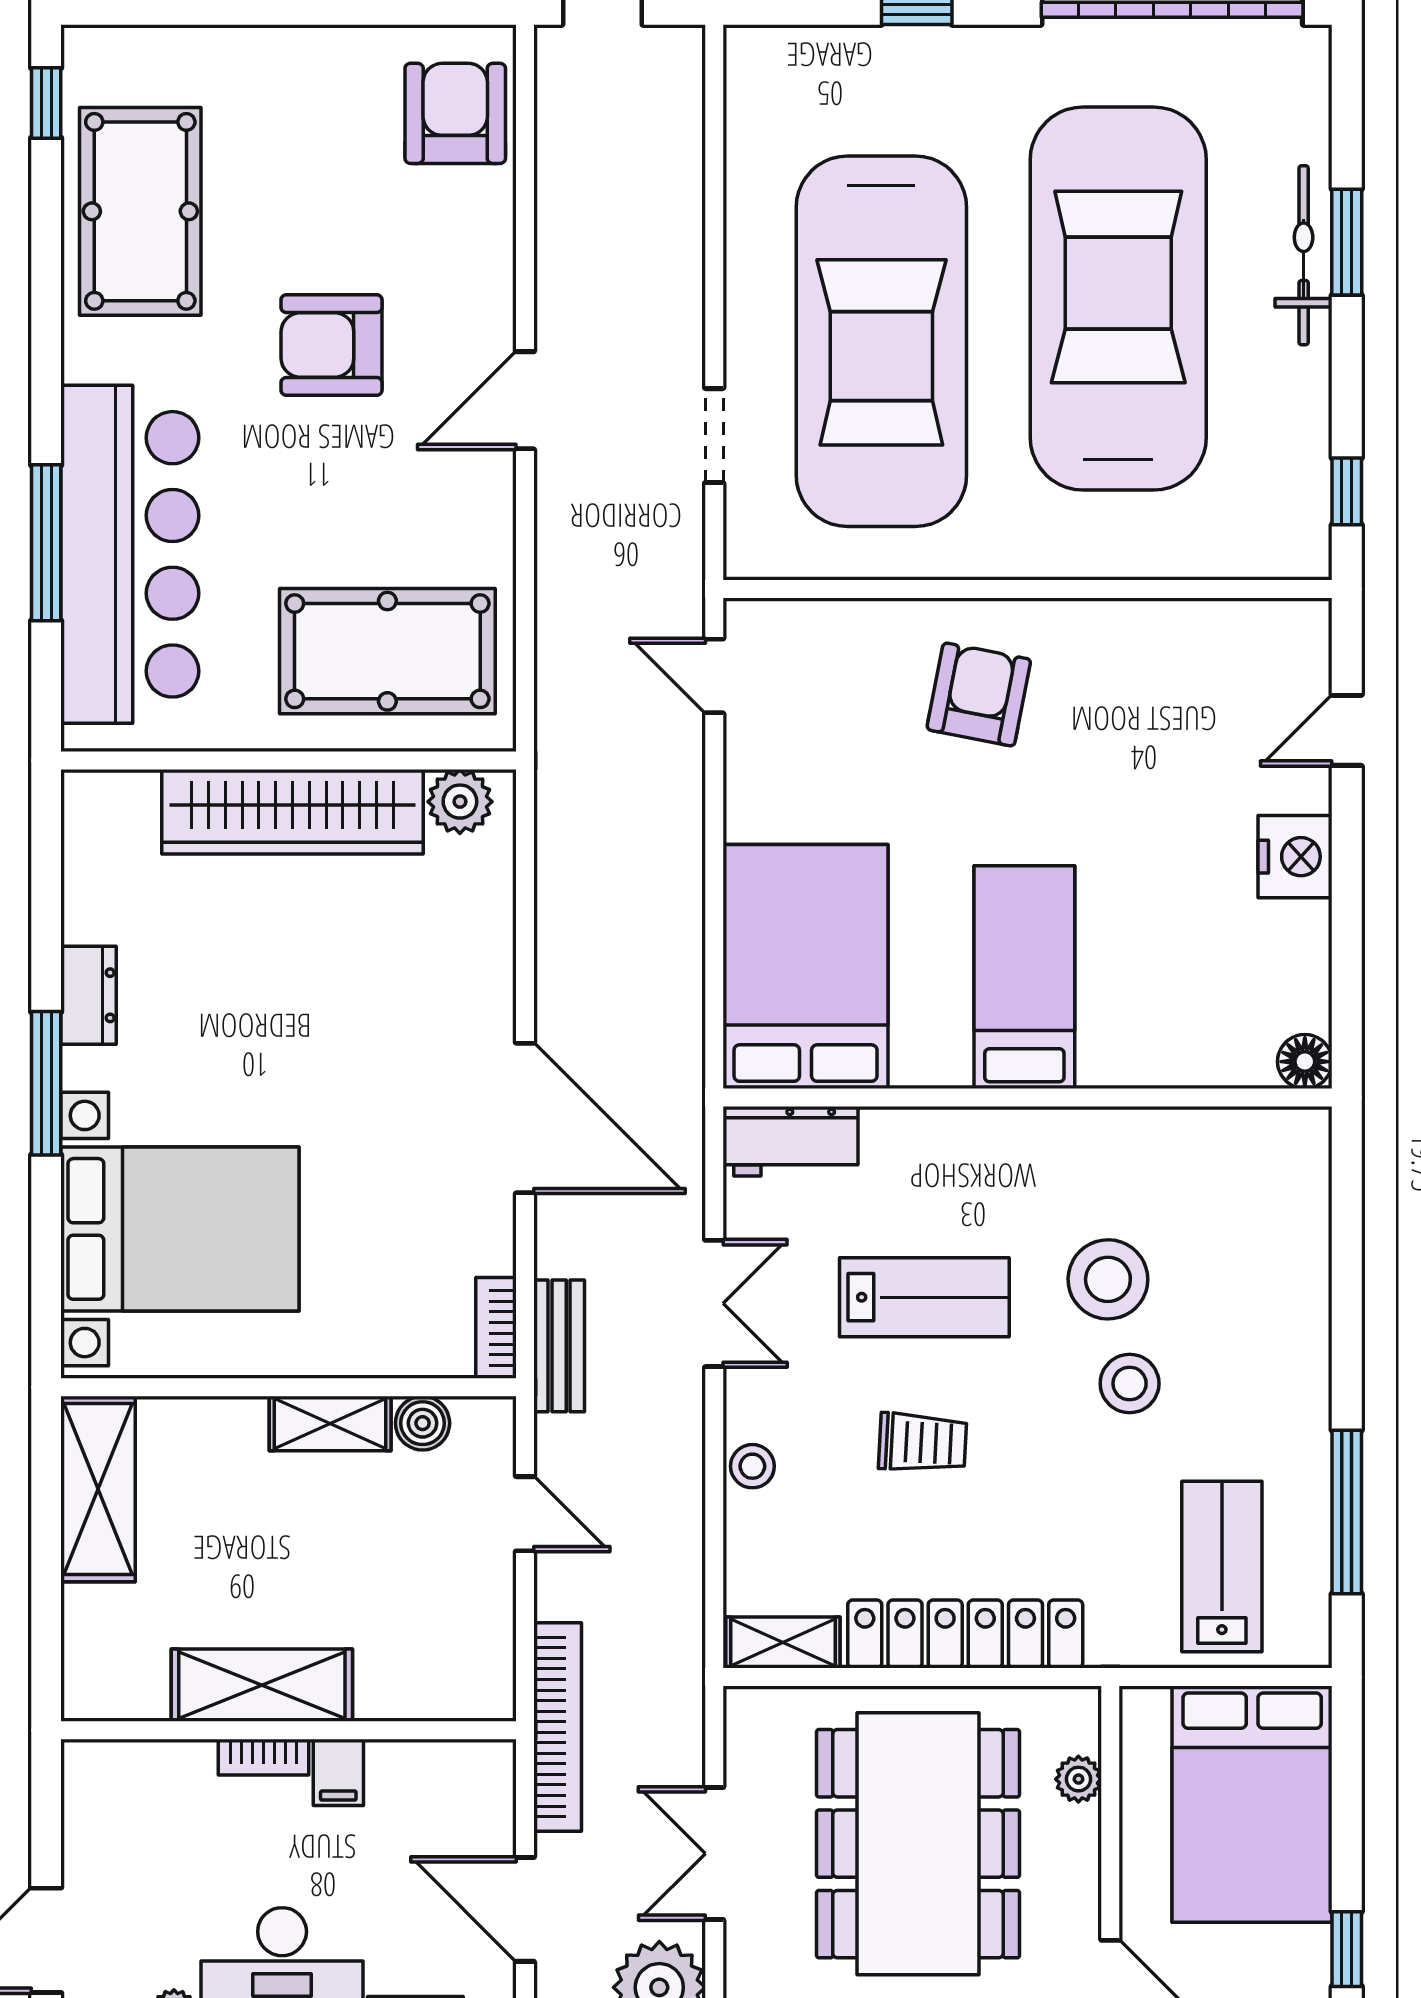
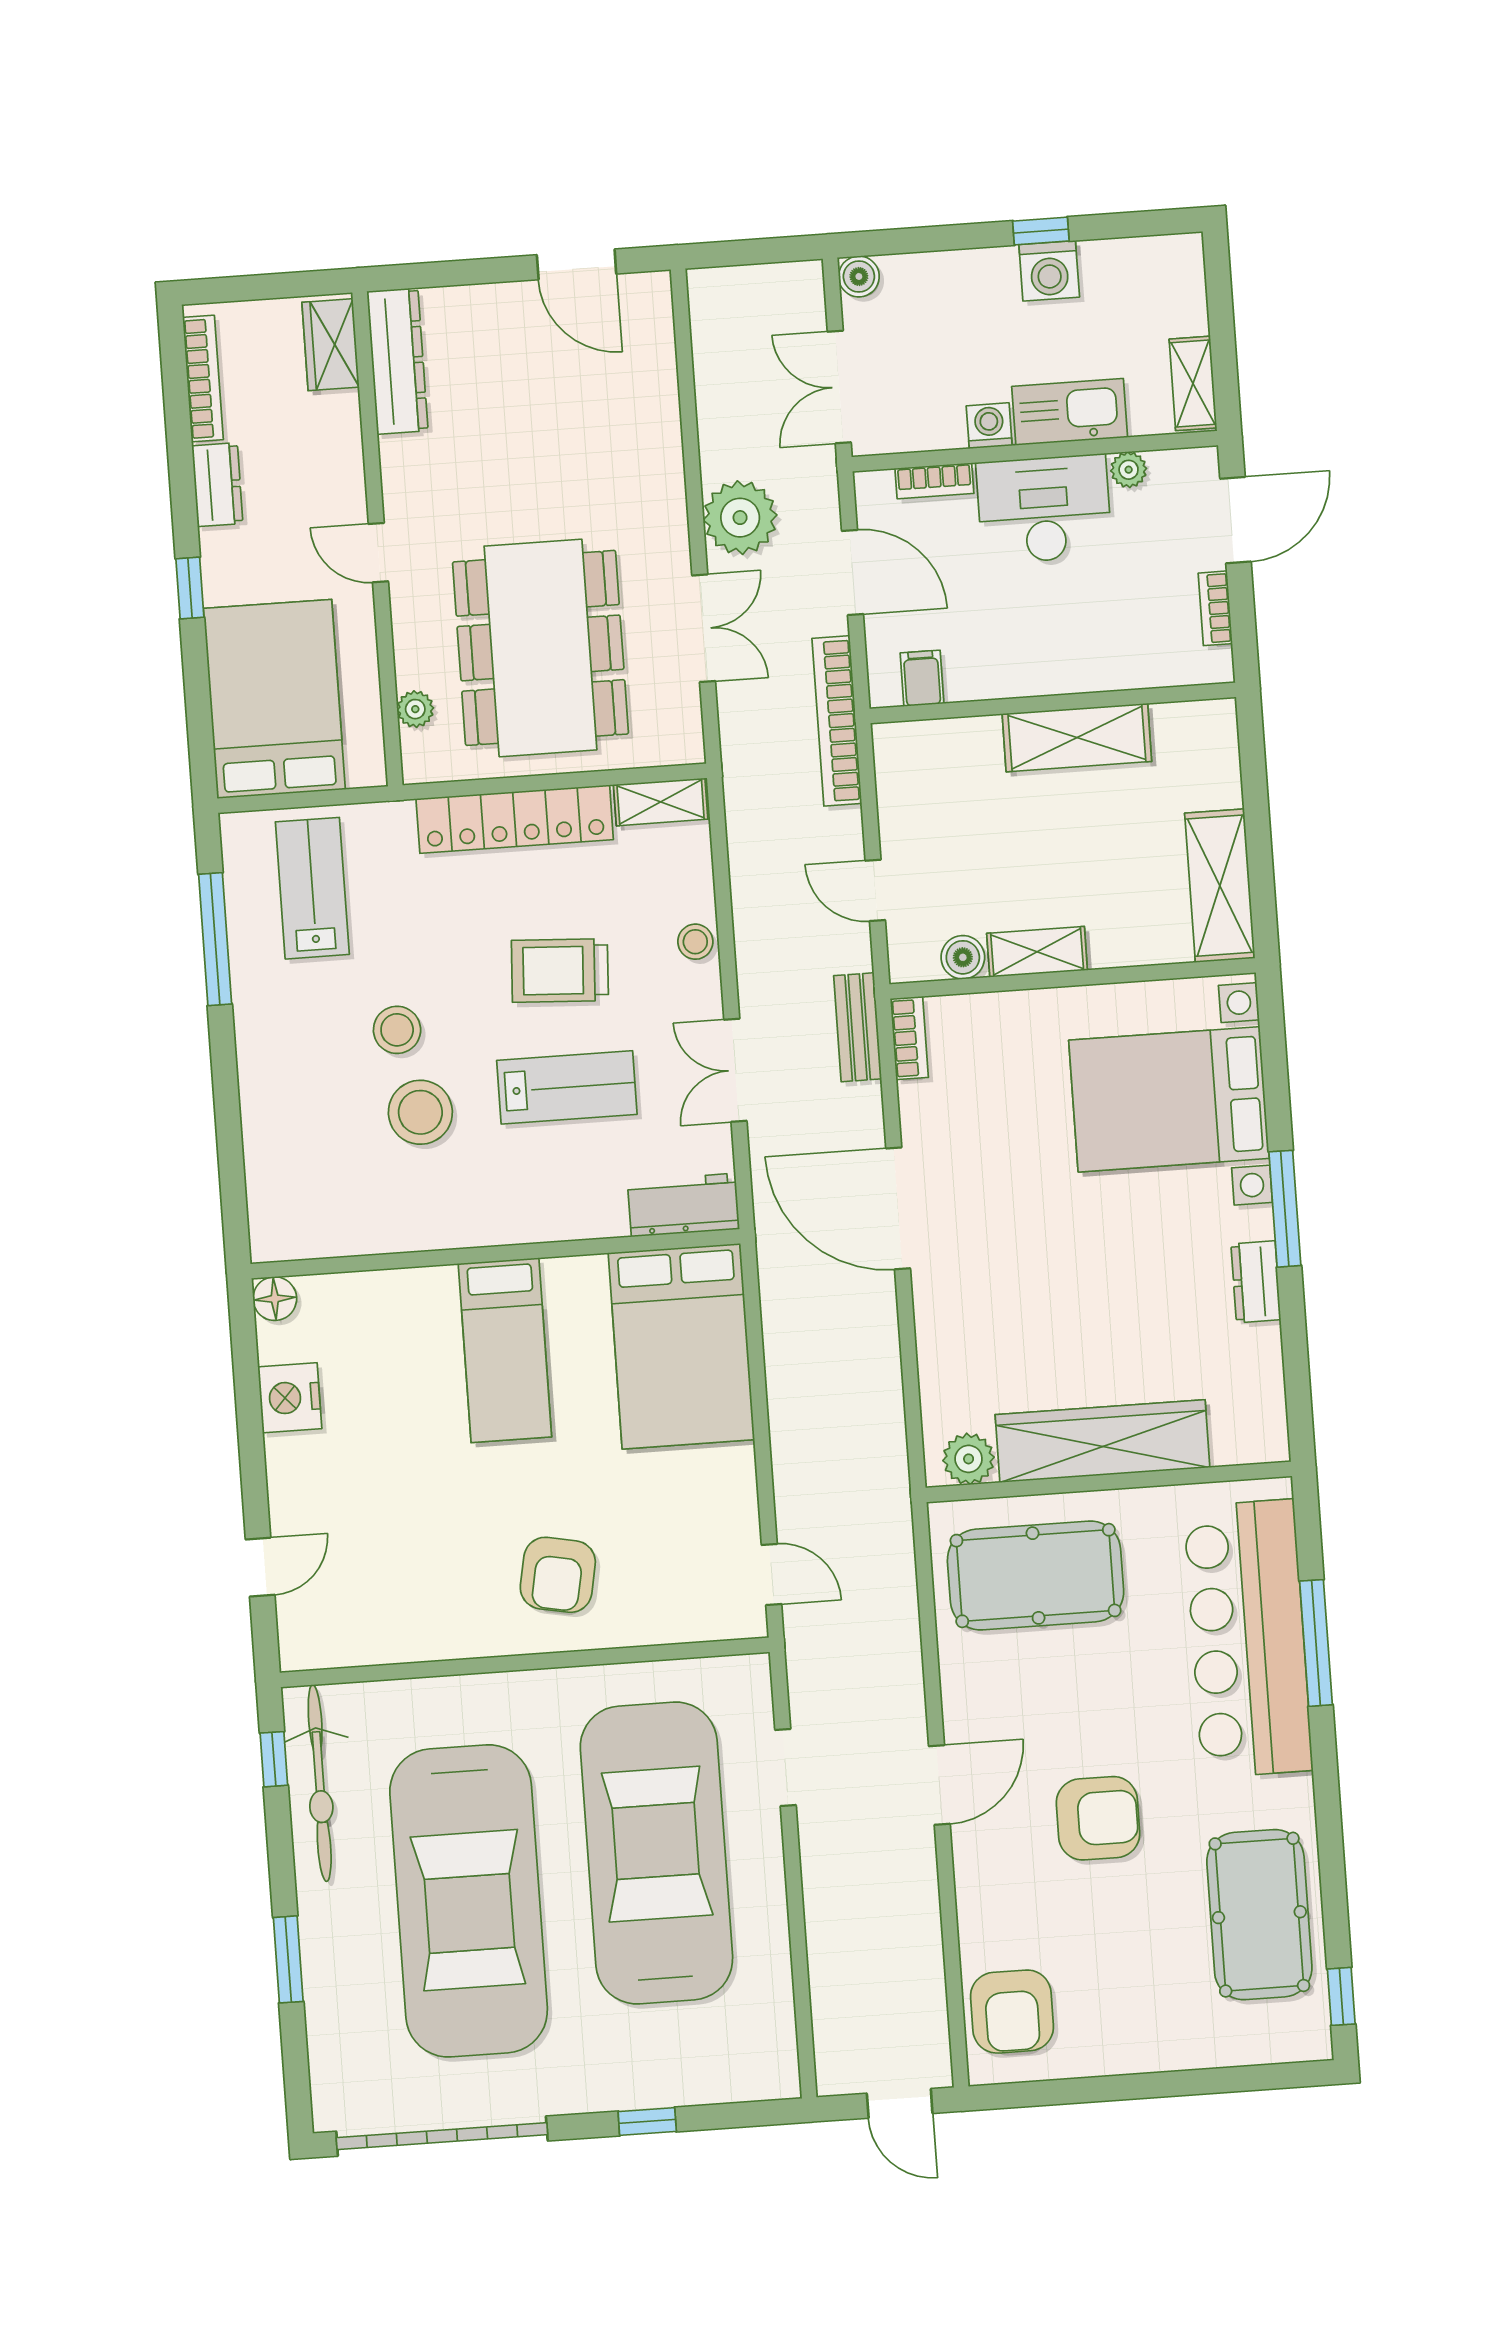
bicycle: (1304, 255) -> (320, 1783), moved, width x1.37, depth x1.40
nightstand: (1295, 857) -> (290, 1398), moved
lab bench: (924, 1297) -> (567, 1087), turned 180
trolley: (923, 1443) -> (560, 971), width x1.36, depth x1.39
lab bench: (1222, 1566) -> (312, 888), turned 180
bookcase: (263, 1757) -> (1215, 608), moved, turned -90
filing cabinet: (338, 1772) -> (922, 678), moved

